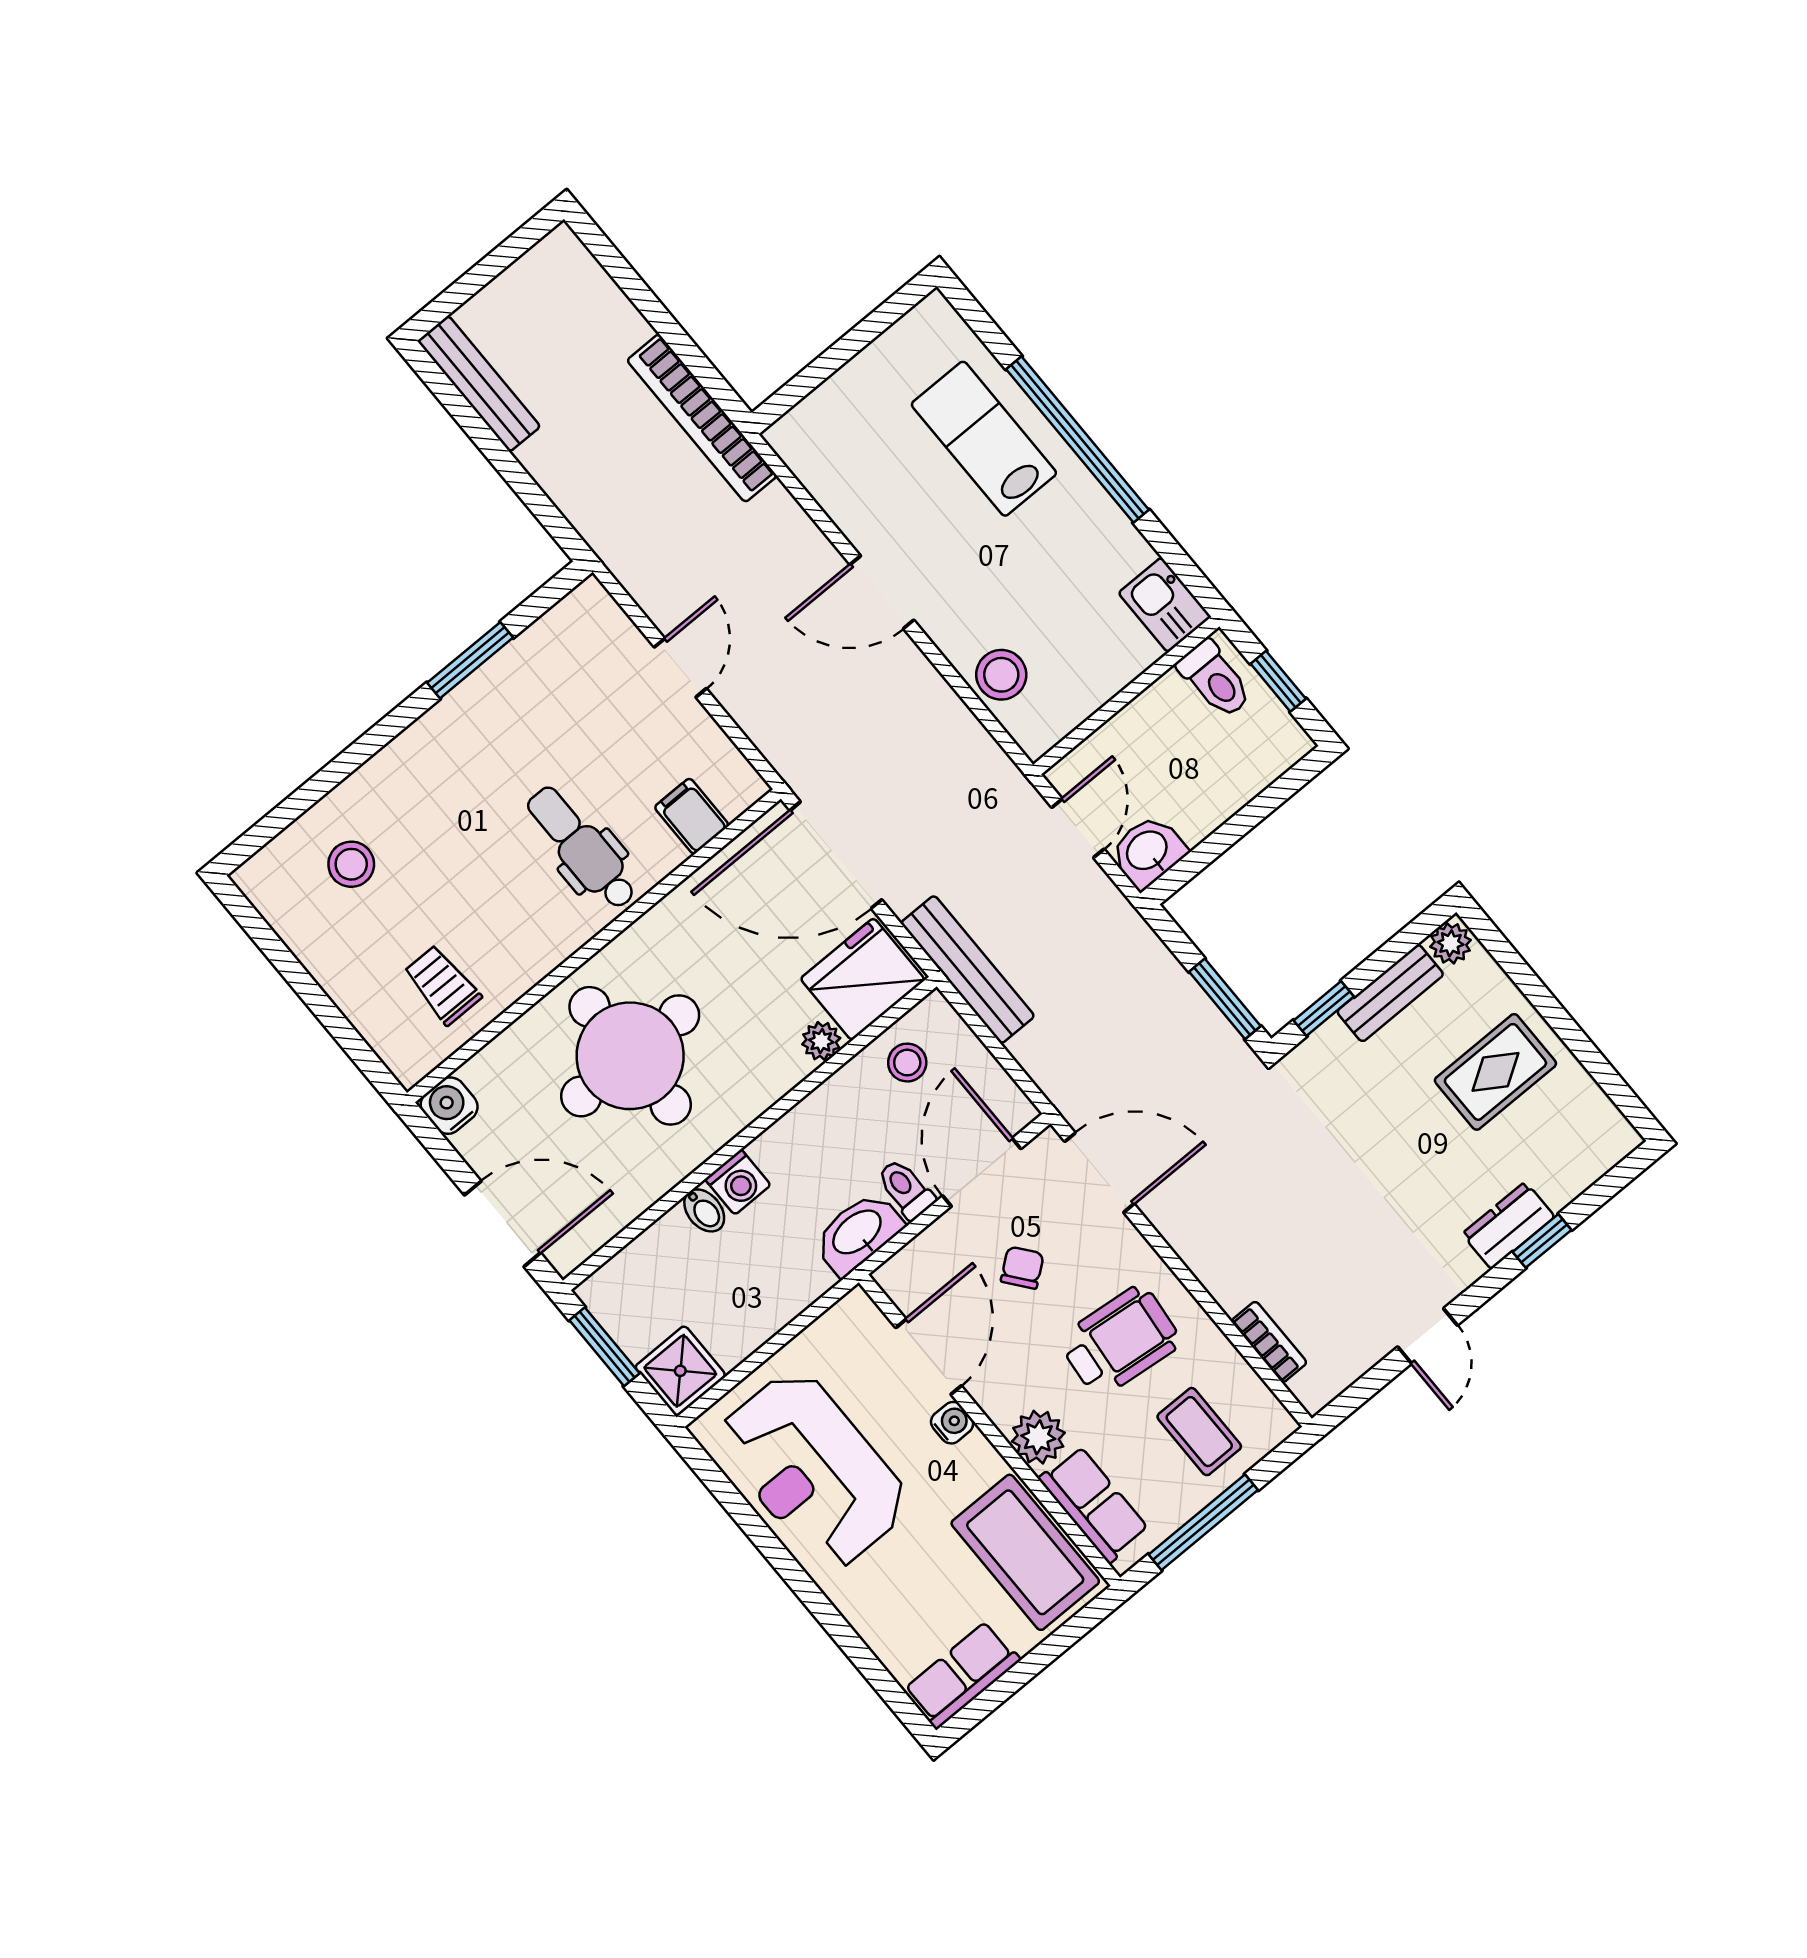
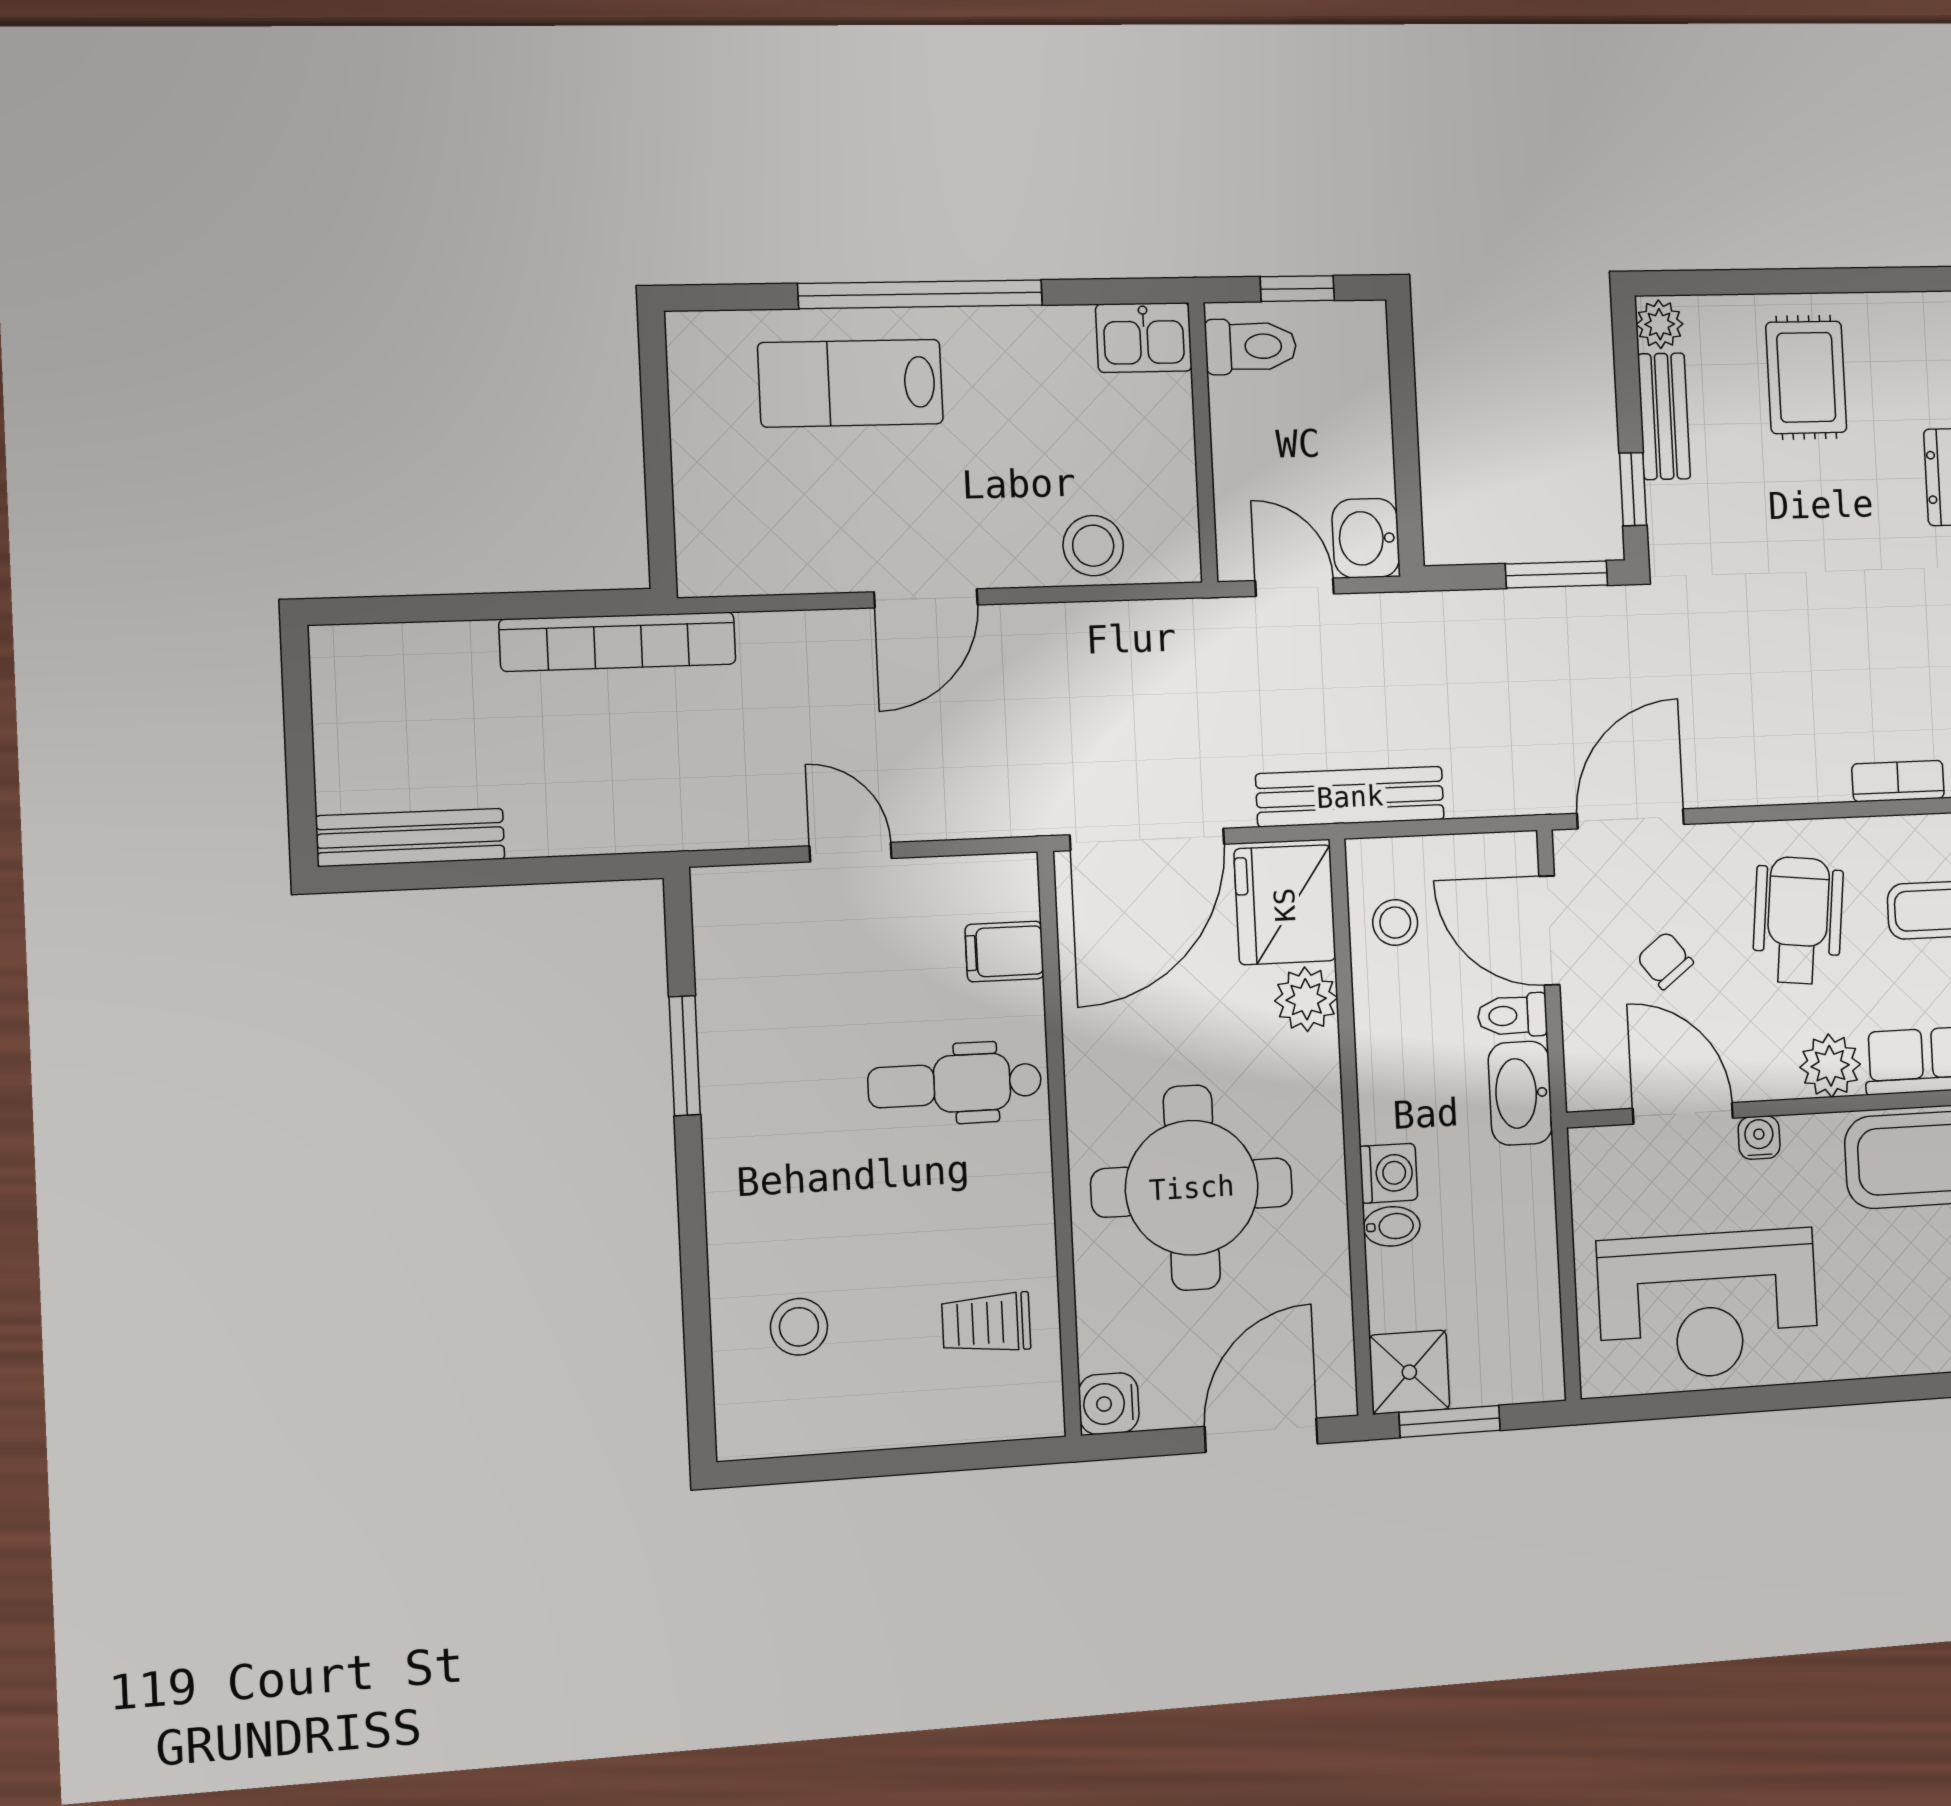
plant: (821, 1041) -> (1306, 999), width x1.38, depth x1.38
shower: (680, 1371) -> (1409, 1372), moved

